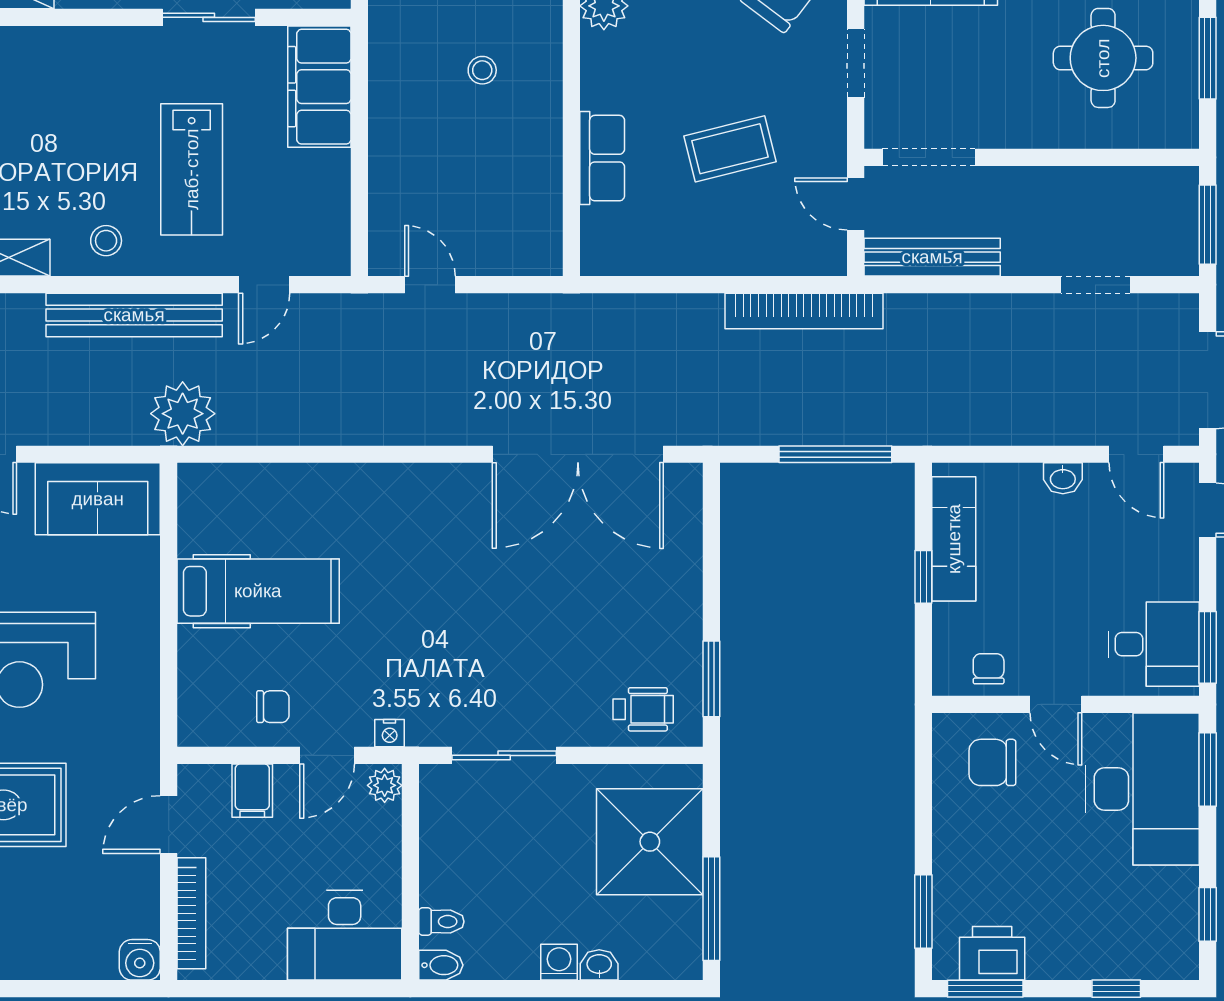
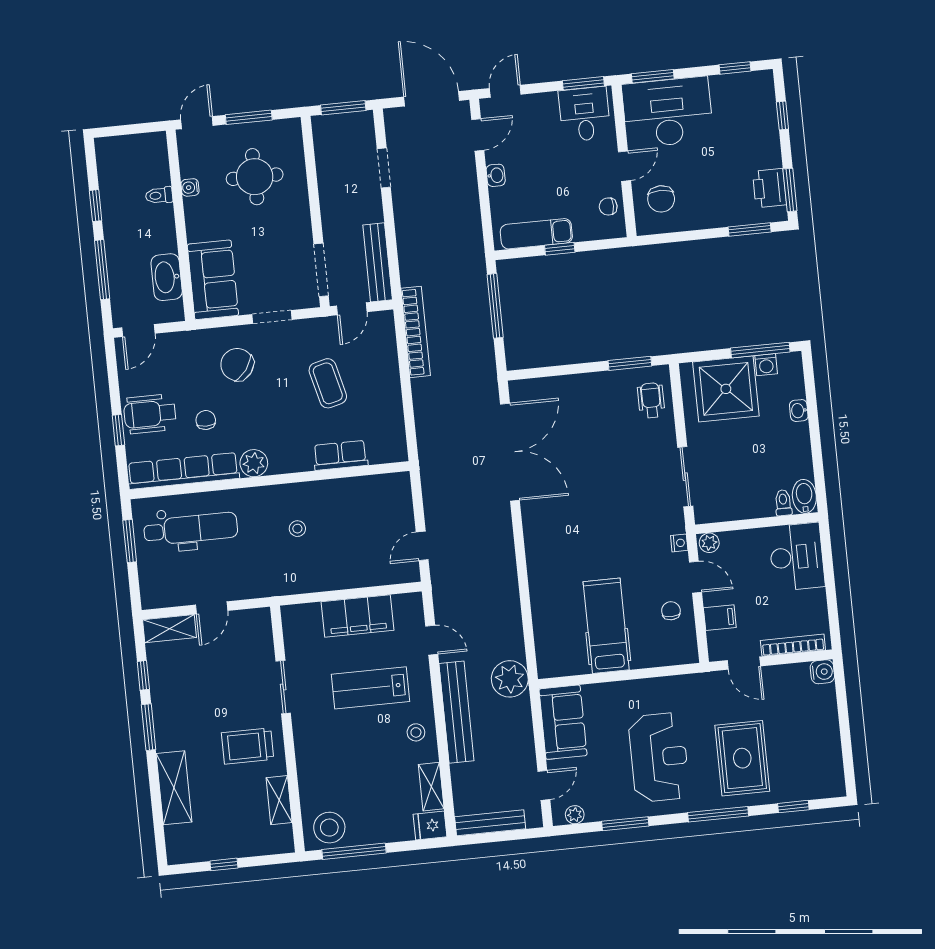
filing cabinet: (319, 87) -> (357, 616), moved
lab bench: (192, 169) -> (370, 688), turned 180
washing machine: (559, 962) -> (766, 365), moved, turned -90
bidet: (441, 965) -> (804, 496), width x1.38, depth x1.36

